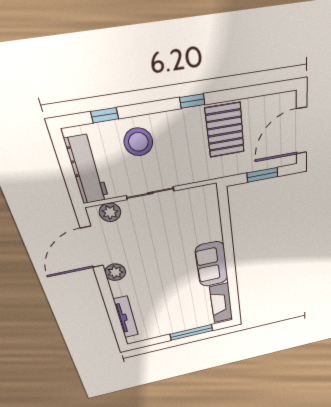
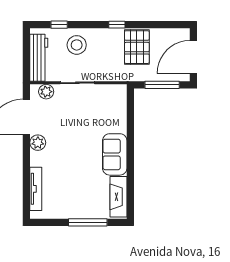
window: (262, 175) -> (162, 85), width x1.44

